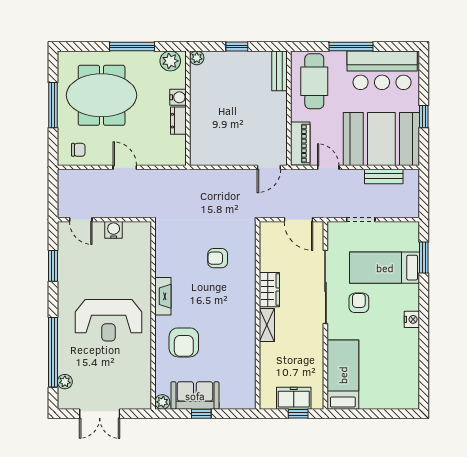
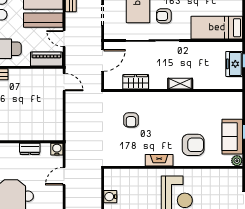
water cooler: (178, 97) -> (57, 149), moved
door: (125, 167) -> (64, 176), moved
door: (328, 167) -> (64, 39), hinge flipped
wardrobe: (269, 290) -> (136, 82), moved

